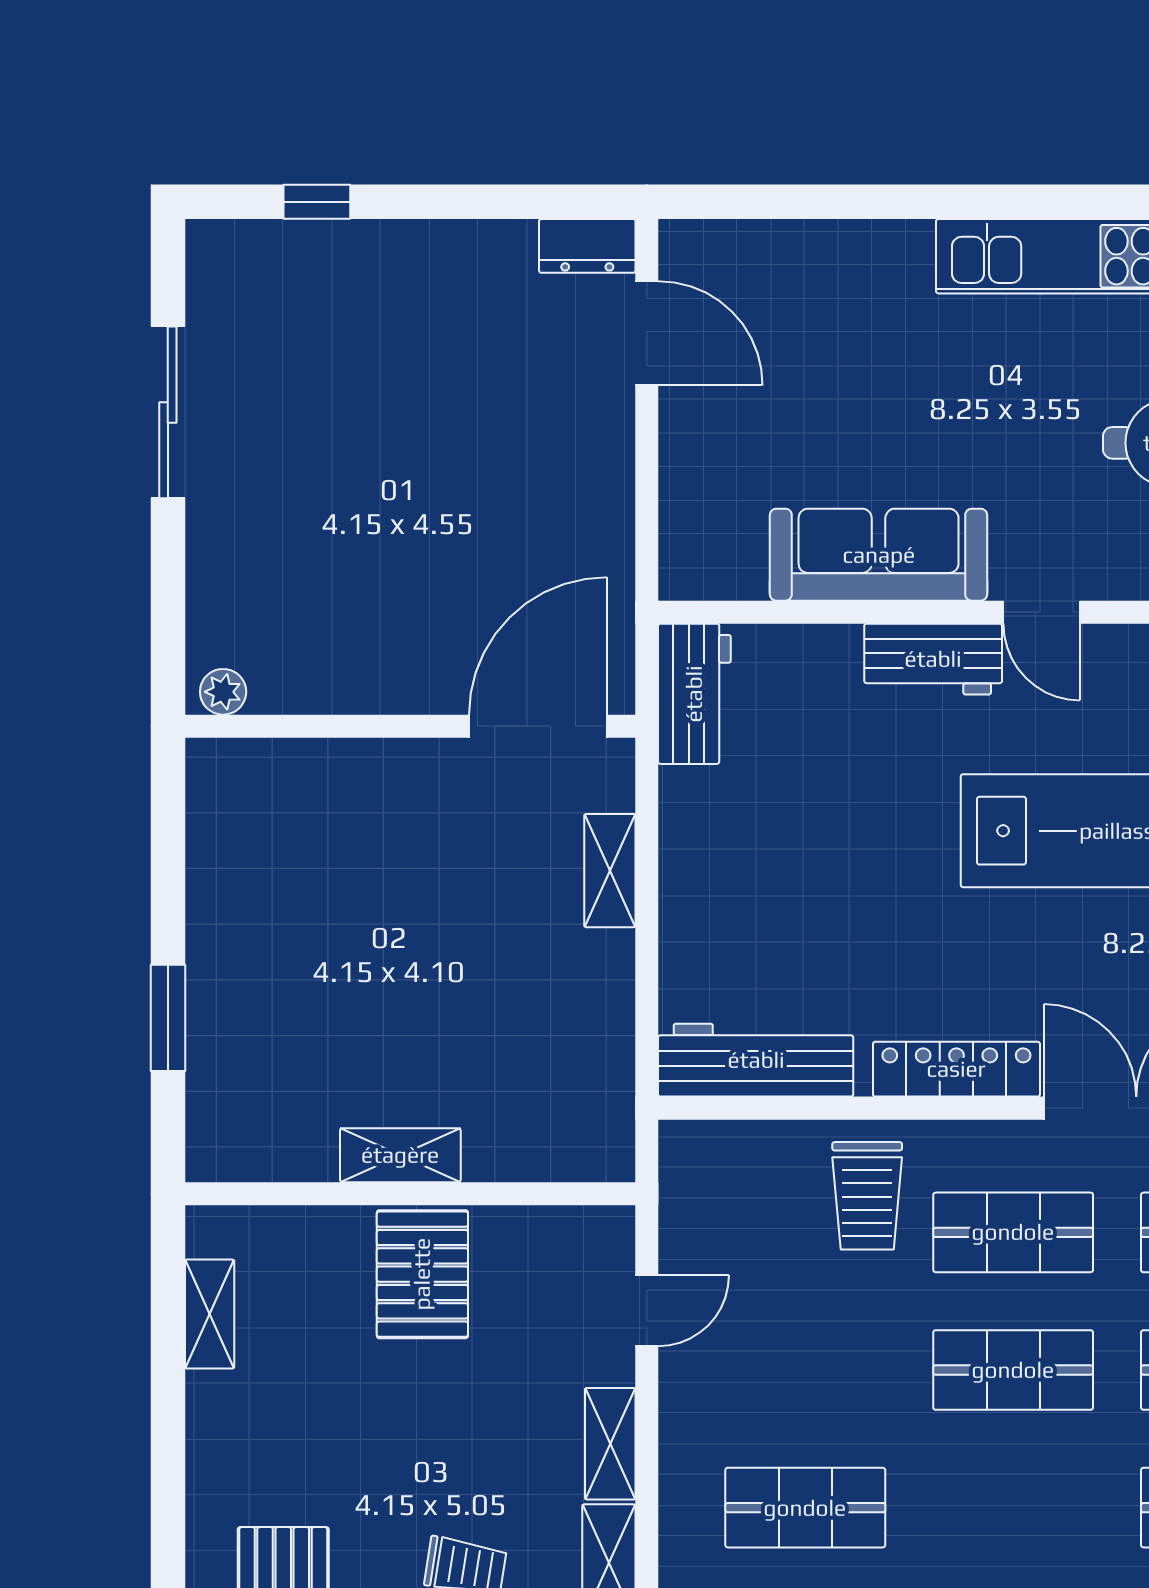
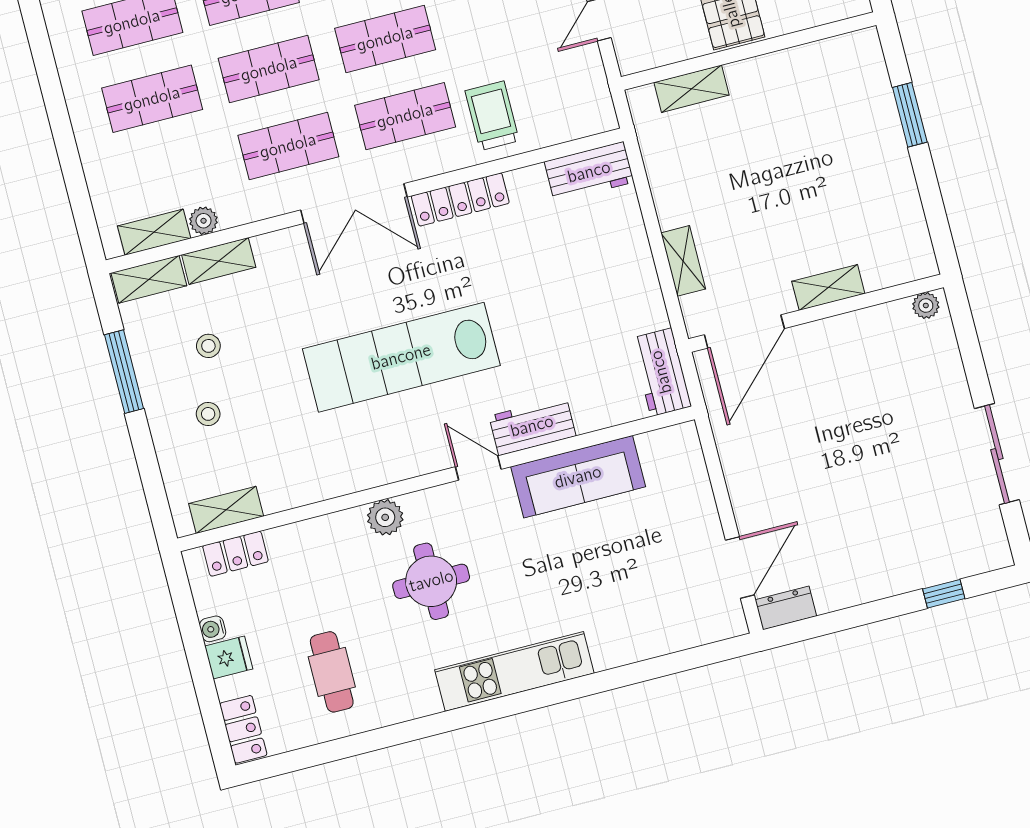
door: (647, 333) -> (740, 568), swing flipped
shelving: (378, 764) -> (828, 287), added
workbench: (756, 1060) -> (589, 172), width x0.73
shelving: (400, 1155) -> (692, 89), moved

